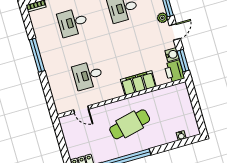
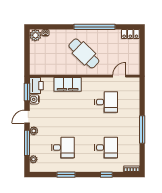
door: (81, 110) -> (119, 76), hinge flipped
cafe table: (130, 124) -> (84, 53), turned 57
plant: (192, 129) -> (35, 35), added

